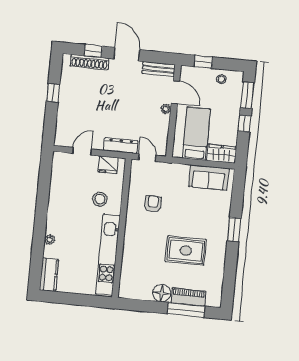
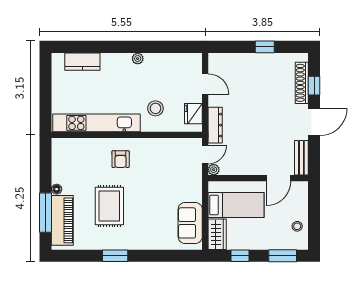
window: (203, 62) -> (314, 205), removed
plant: (166, 109) -> (214, 170), moved
window: (245, 124) -> (240, 256), moved
armchair: (153, 204) -> (121, 159), moved, turned 90
window: (234, 230) -> (115, 256), moved
plant: (50, 240) -> (138, 59), moved
kitchen counter: (49, 275) -> (82, 62), moved
floor lamp: (162, 293) -> (57, 189), width x0.53, depth x0.53
piano: (188, 297) -> (62, 220), width x1.37, depth x1.33

